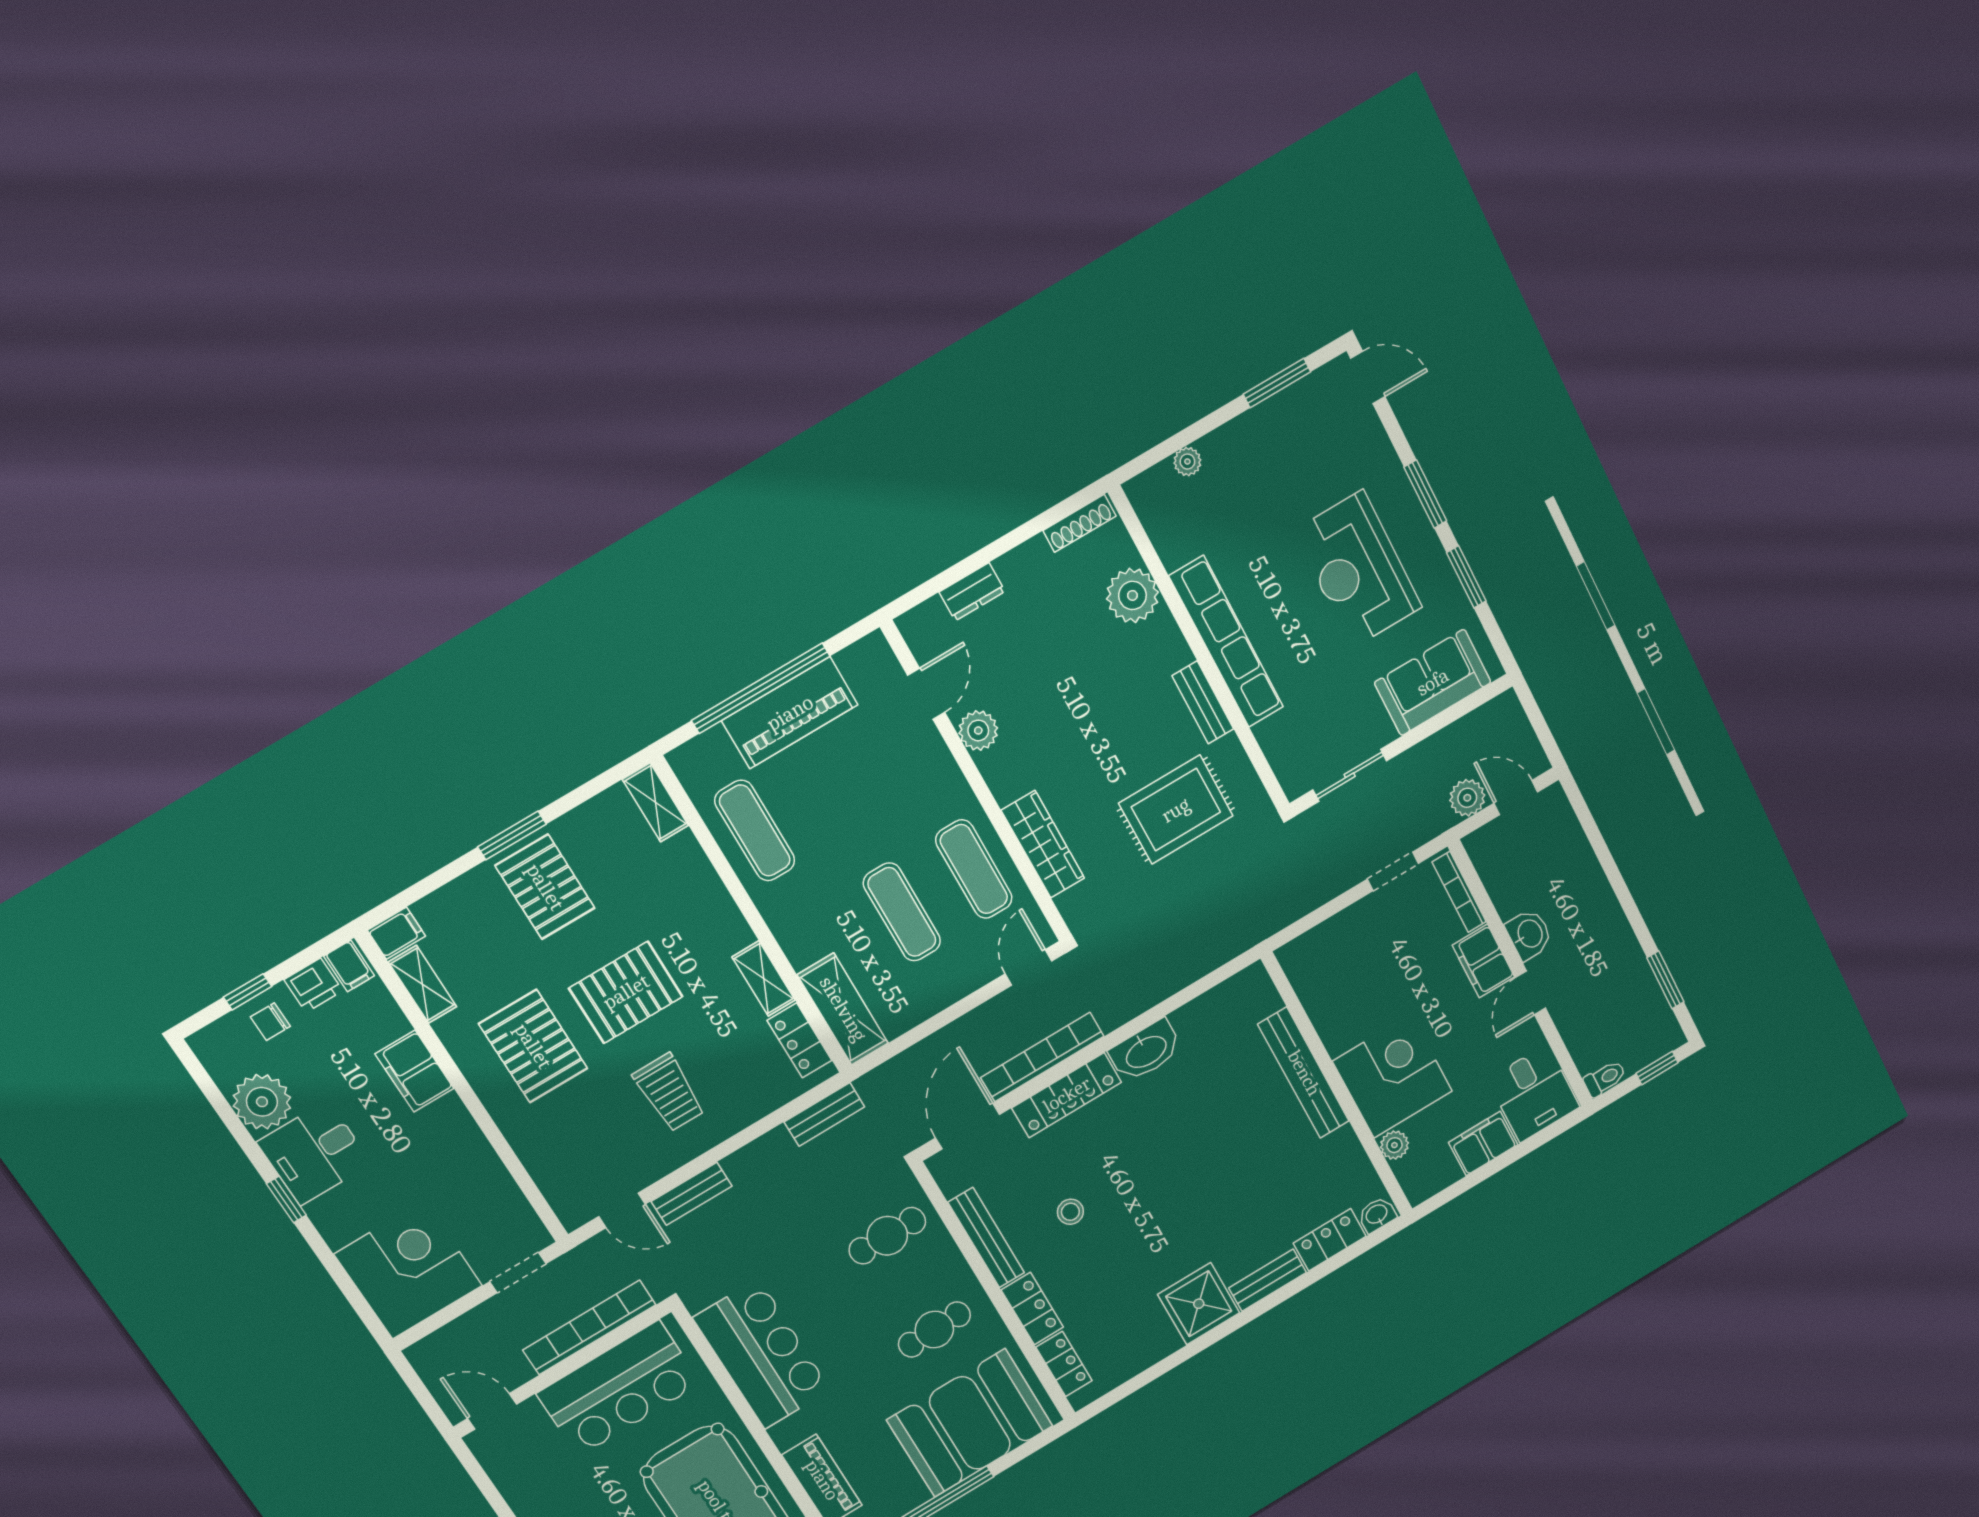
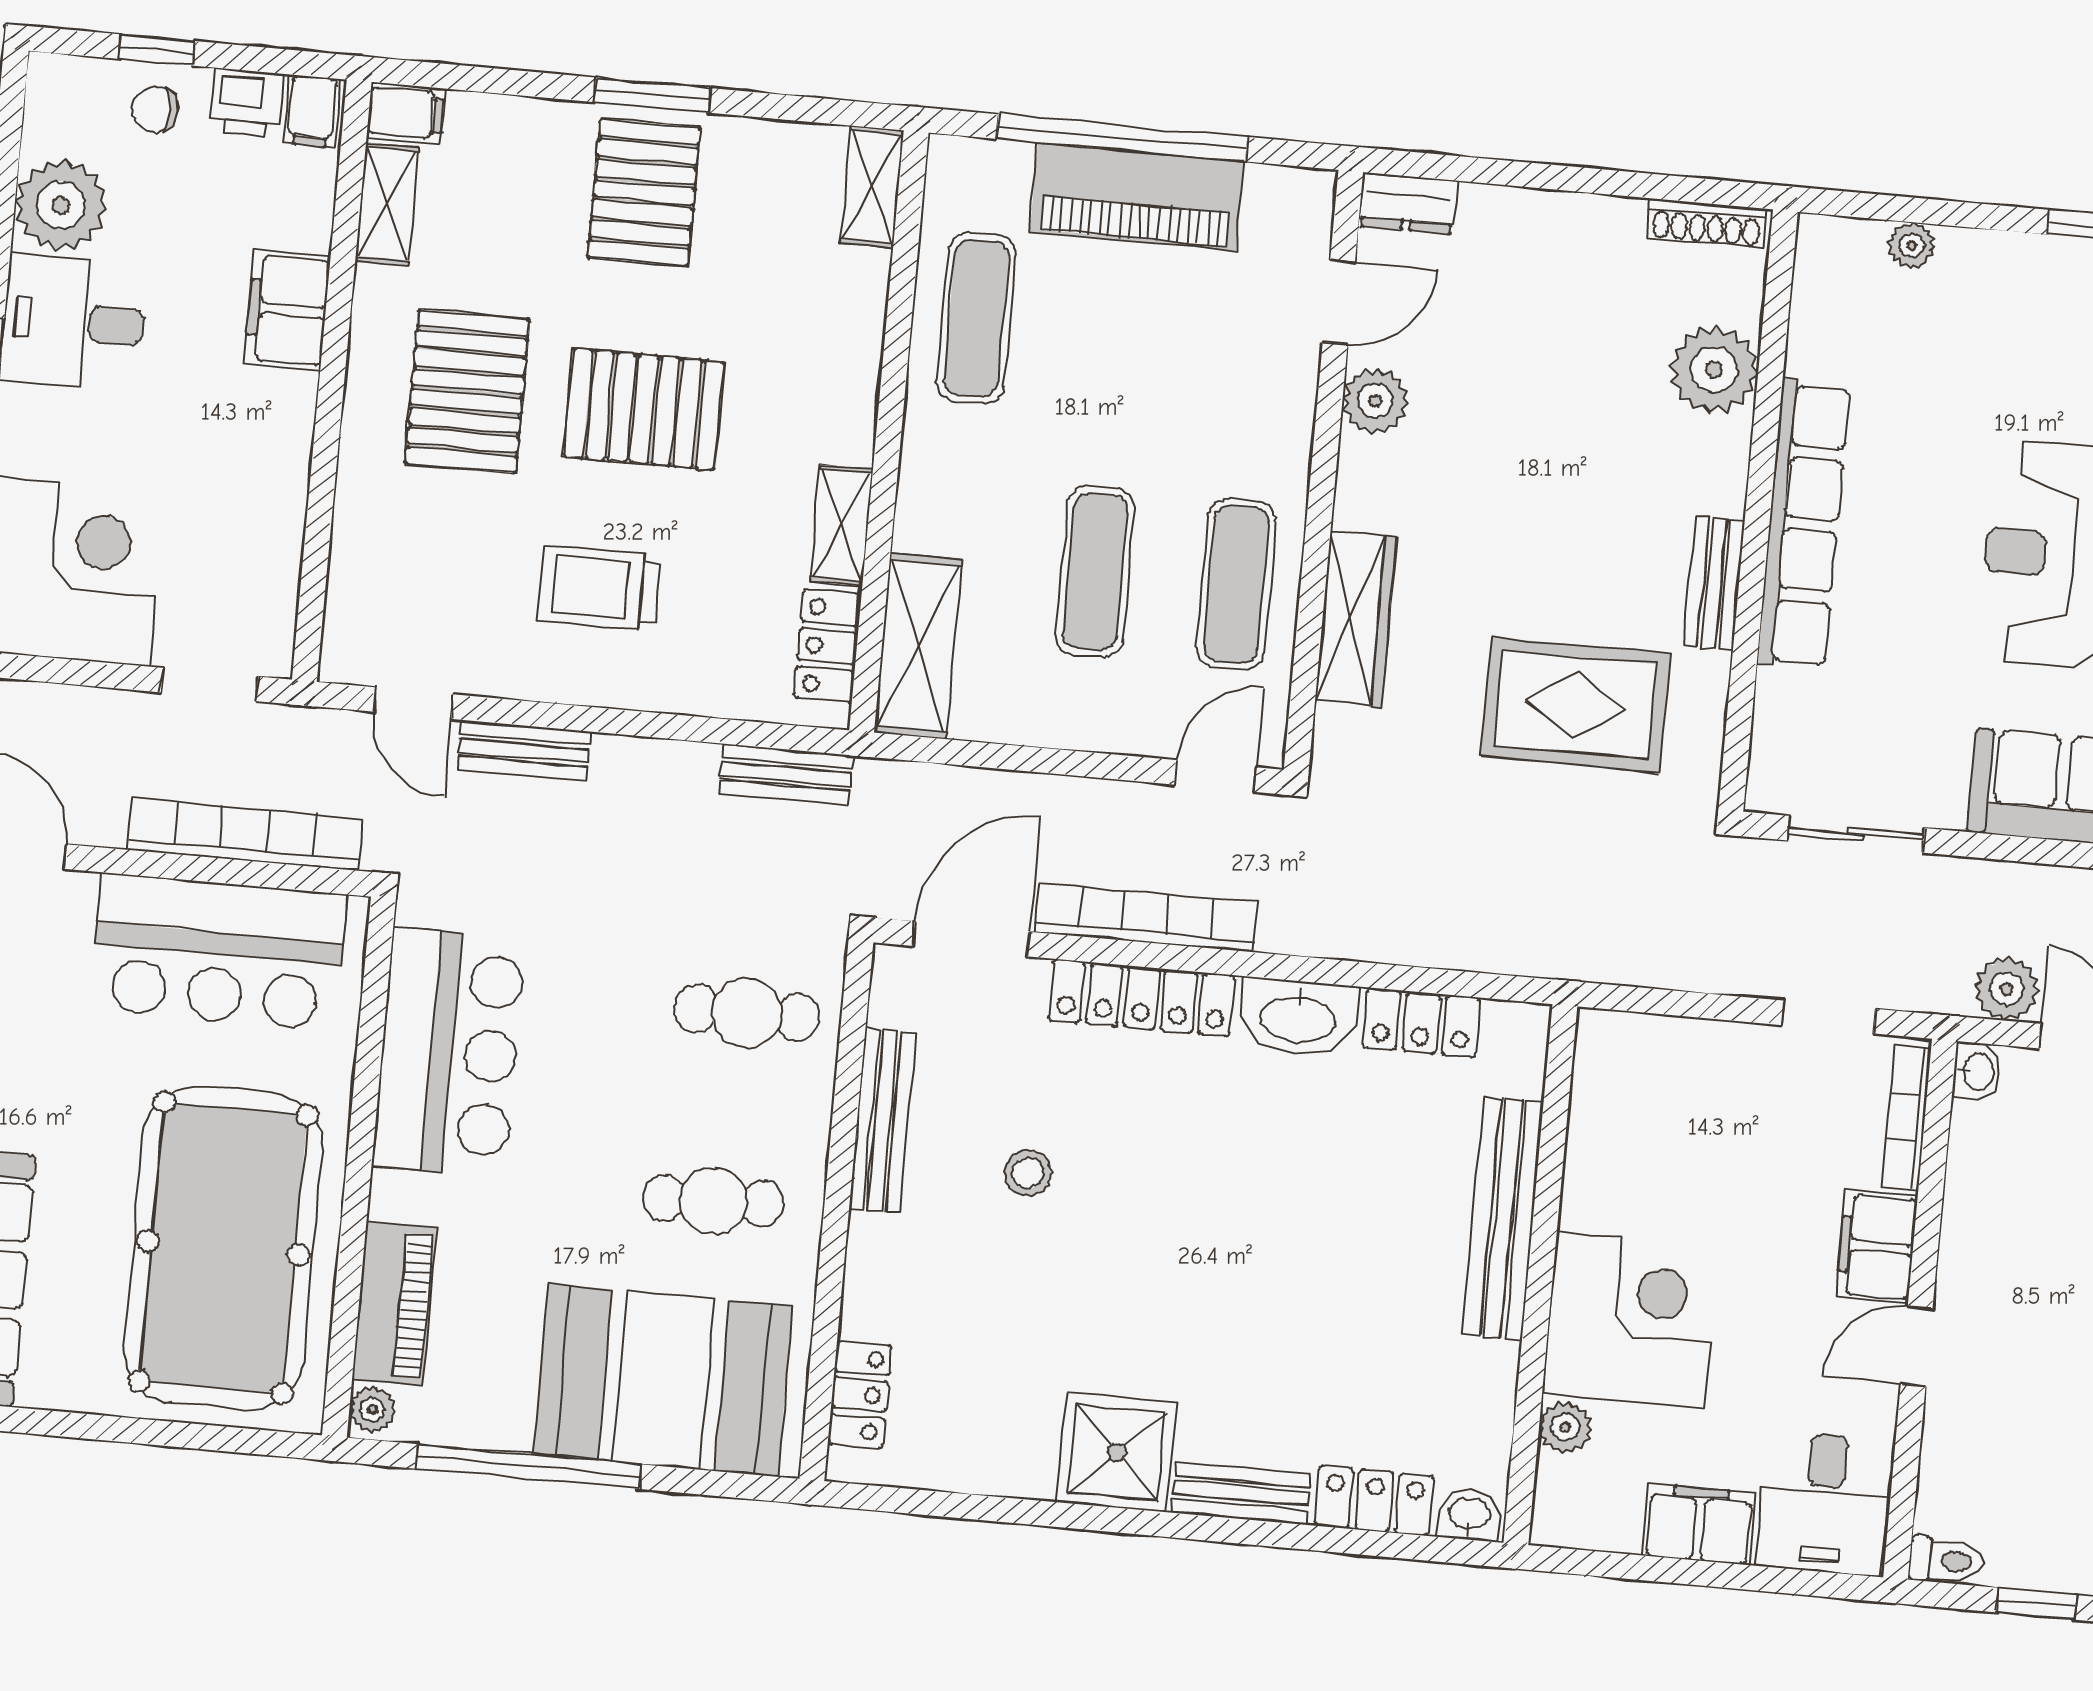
dresser: (972, 592) -> (1408, 203), moved
washbasin: (1529, 934) -> (1977, 1071), moved, width x0.72, depth x0.69
trolley: (669, 1093) -> (599, 588), turned 90
locker: (1032, 1309) -> (1421, 1023), moved, turned 90

